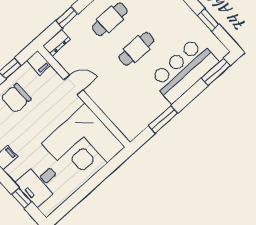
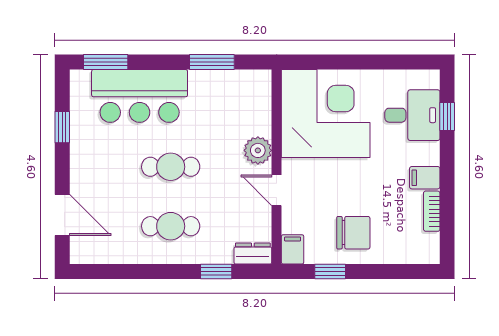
plant: (100, 96) -> (258, 150), added

